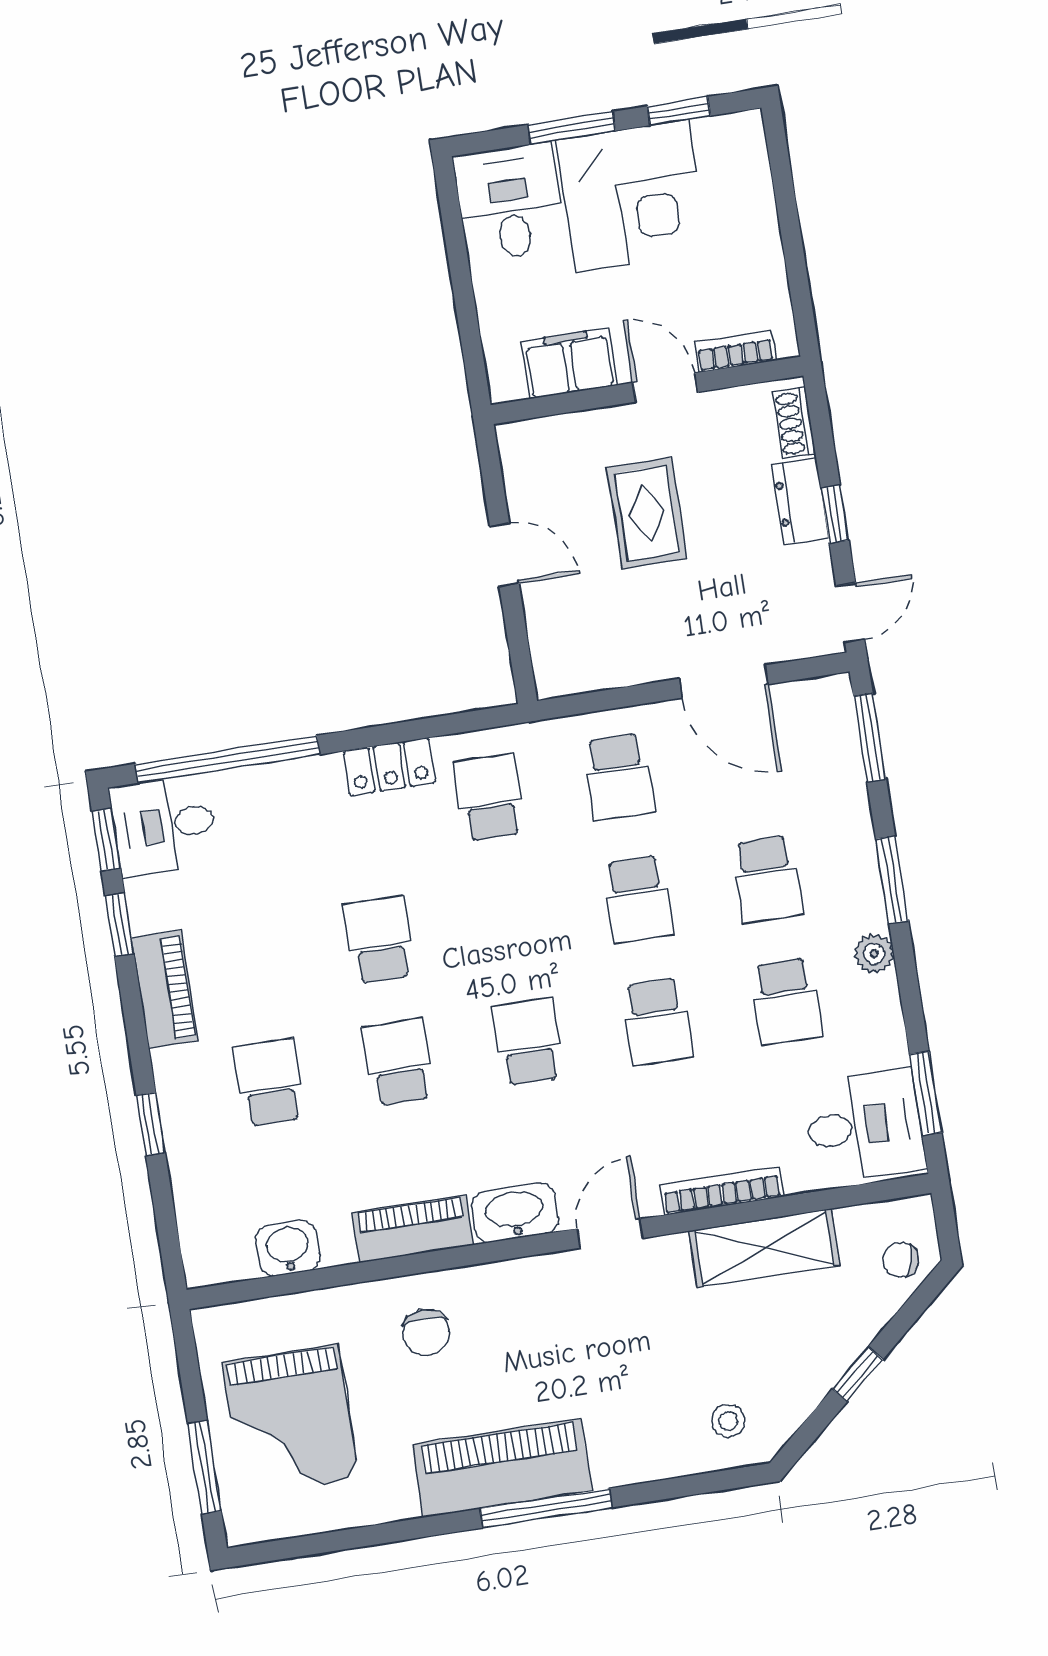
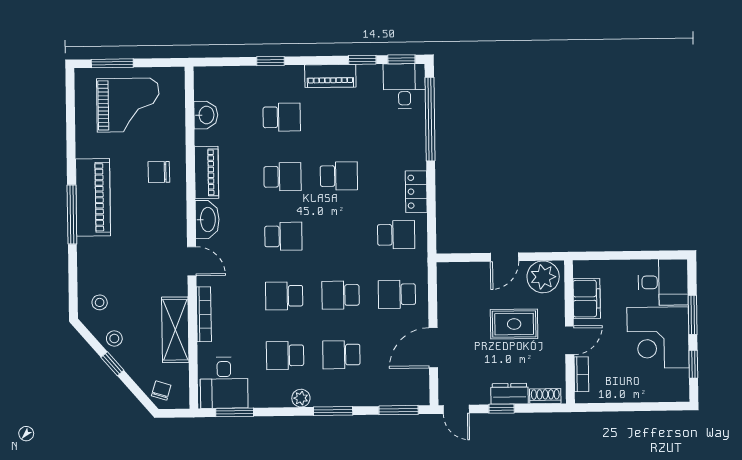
plant: (536, 465) -> (543, 277), added
stool: (802, 1378) -> (114, 338), added
grand piano: (290, 1420) -> (128, 105), turned 180

